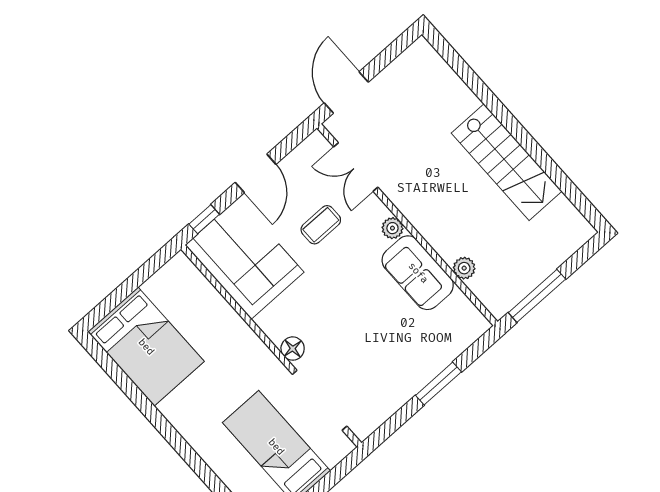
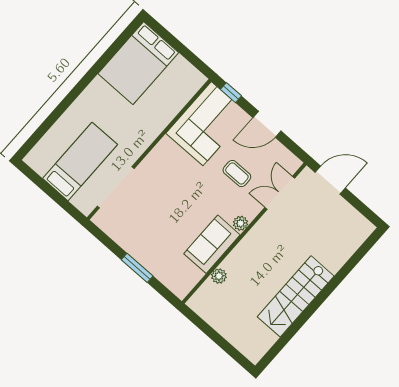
window: (537, 296) -> (206, 328), removed
floor lamp: (293, 349) -> (149, 164), removed

